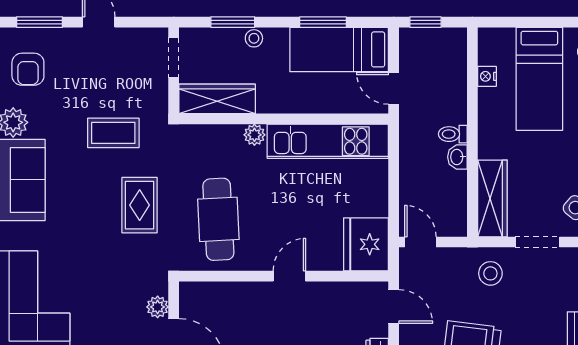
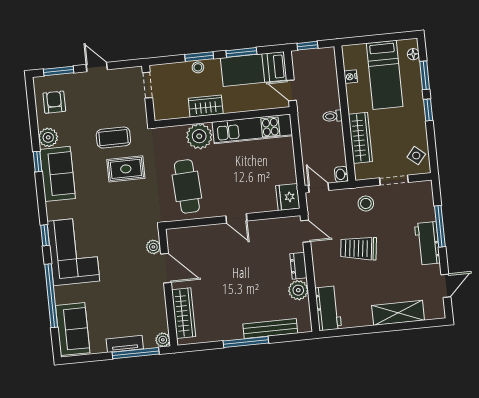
window: (233, 22) -> (199, 57), moved
armchair: (28, 69) -> (54, 102), turned 180
wardrobe: (217, 99) -> (206, 106), moved, width x0.67
plant: (254, 135) -> (199, 136), width x1.88, depth x1.88
washbasin: (457, 157) -> (341, 174), moved
wardrobe: (492, 198) -> (360, 138), moved
rug: (140, 205) -> (126, 169), moved, turned 90
fridge: (366, 244) -> (288, 197), width x0.73, depth x0.75
door: (289, 276) -> (236, 218), swing flipped

